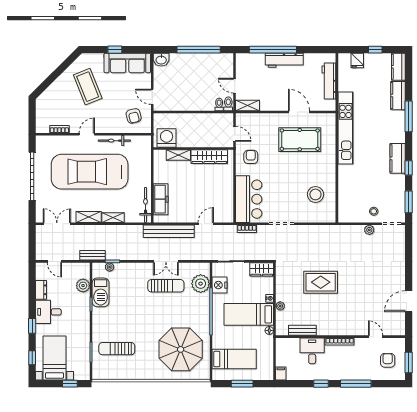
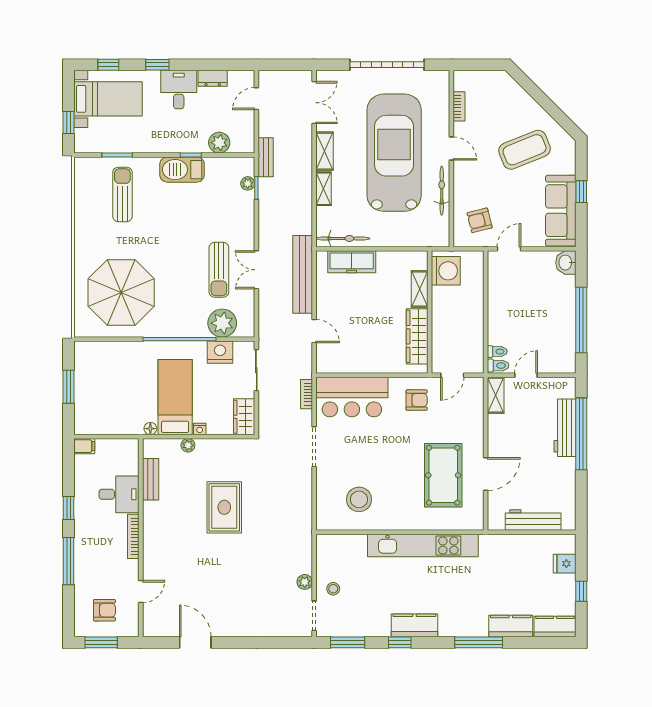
workbench: (284, 60) -> (565, 428), moved
kitchen unit: (346, 128) -> (423, 546), moved
barbecue: (101, 292) -> (182, 170), moved
bed: (234, 359) -> (106, 375), removed

